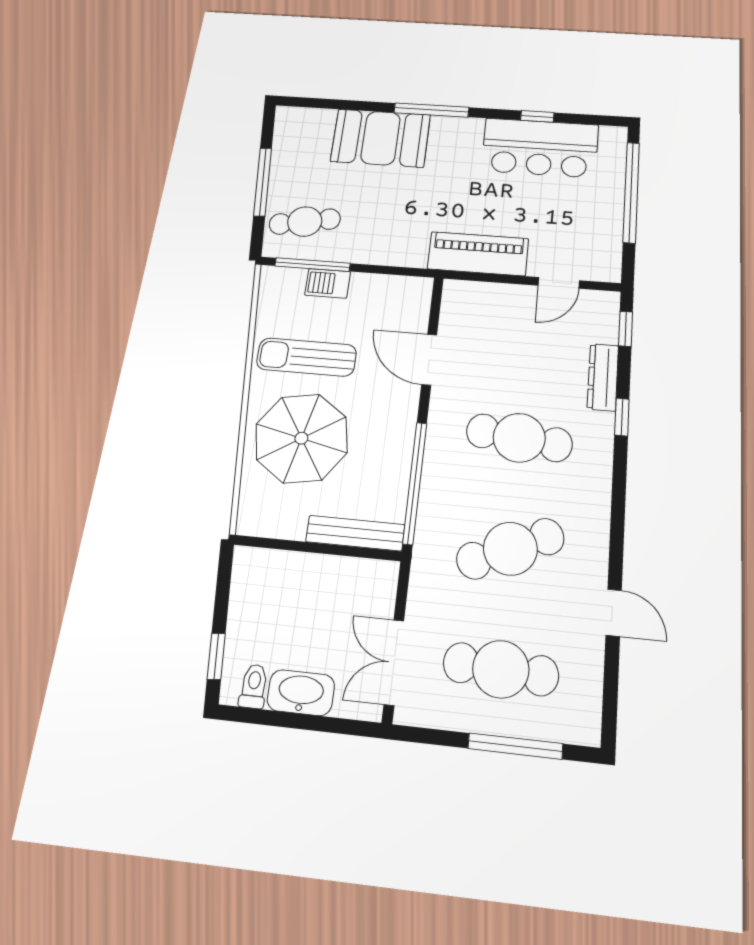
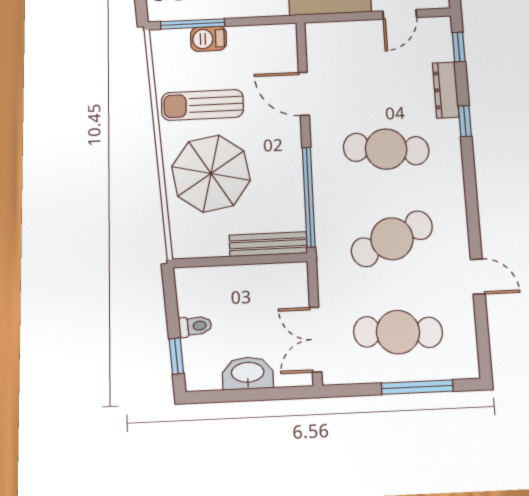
toilet: (254, 686) -> (195, 326), moved, turned 85

